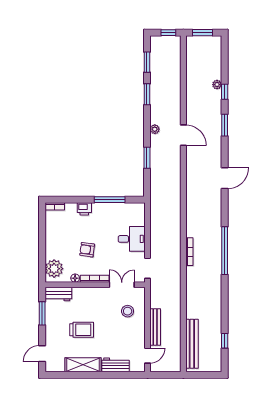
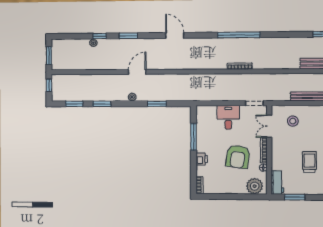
armchair: (87, 250) -> (238, 157), width x1.88, depth x1.88

